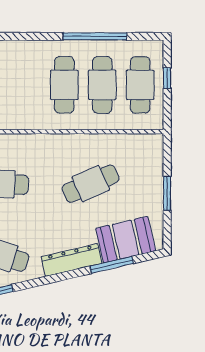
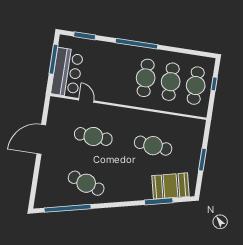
window: (95, 36) -> (136, 44), moved
cafe table: (91, 184) -> (153, 146), turned 30
dresser: (72, 260) -> (133, 194), removed

